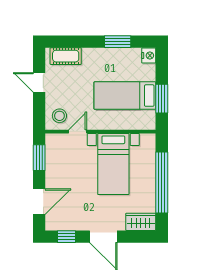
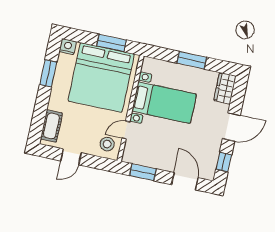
bed: (125, 96) -> (101, 77), width x2.04
door: (78, 132) -> (126, 130), hinge flipped
window: (162, 183) -> (192, 60), width x0.47

